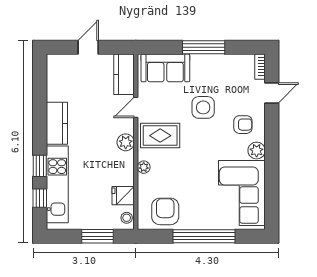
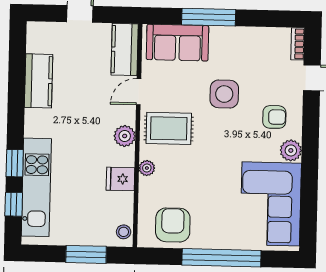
window: (204, 47) -> (209, 17), moved
kitchen counter: (57, 123) -> (39, 81), moved
fridge: (123, 196) -> (120, 179), moved

